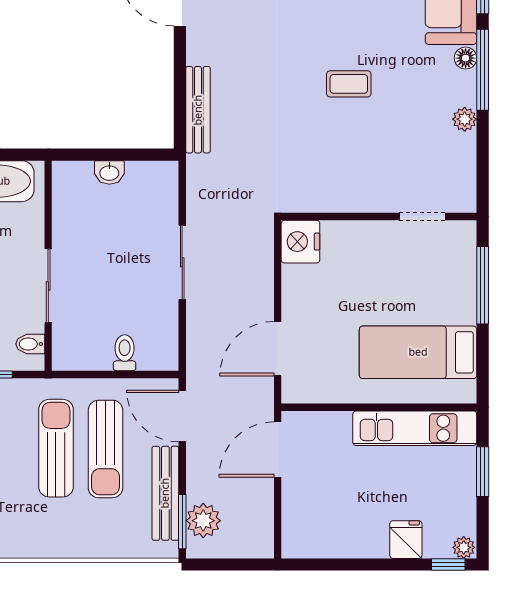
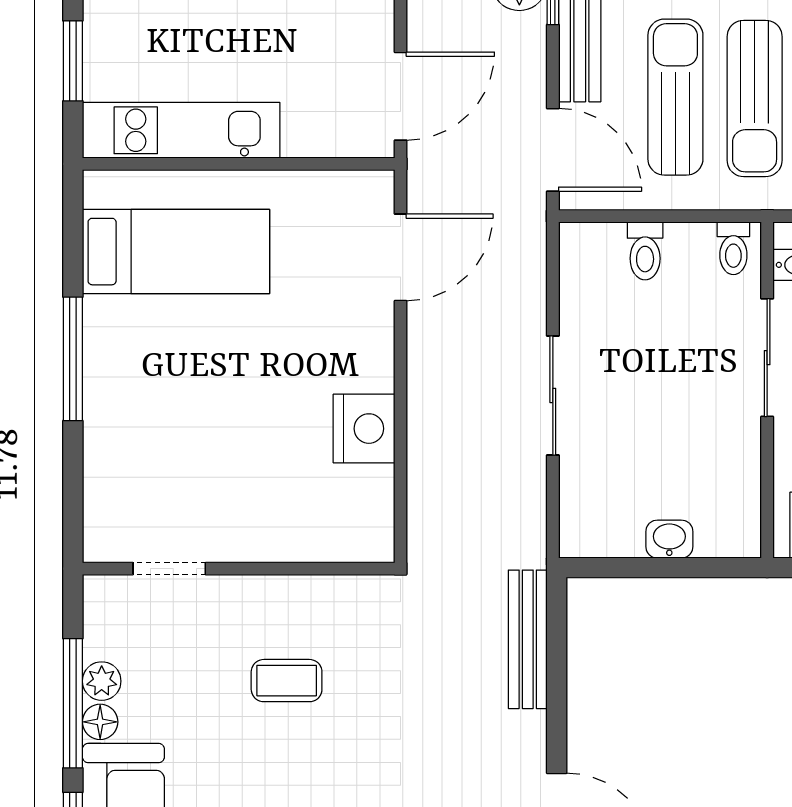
plant: (465, 119) -> (102, 681), moved
wall: (379, 217) -> (239, 569), moved
doorway: (422, 217) -> (169, 569), moved
toilet: (69, 354) -> (733, 248), added

